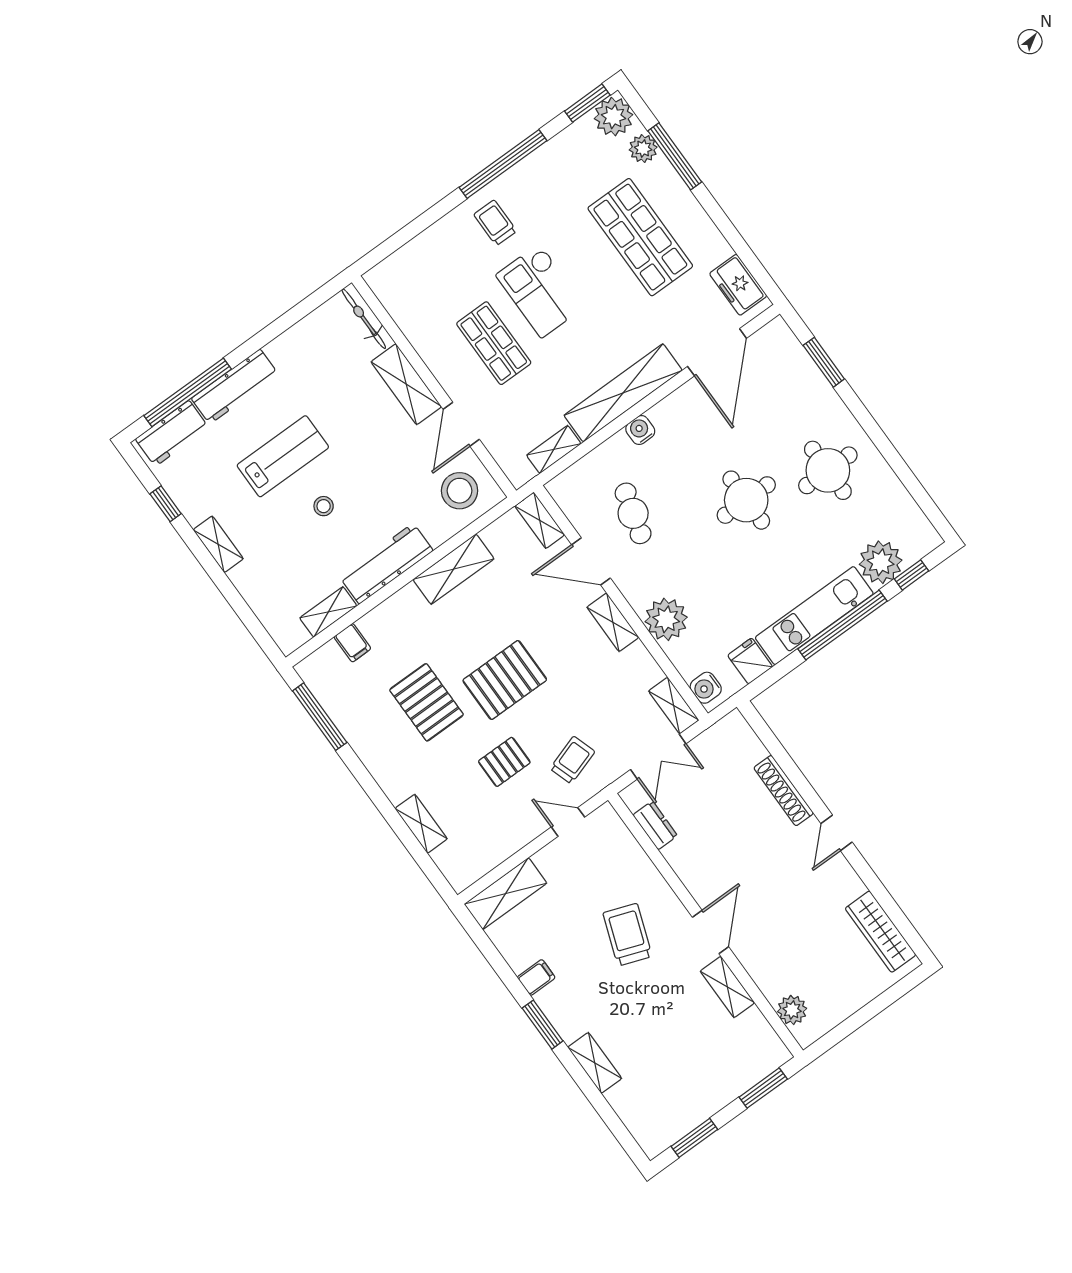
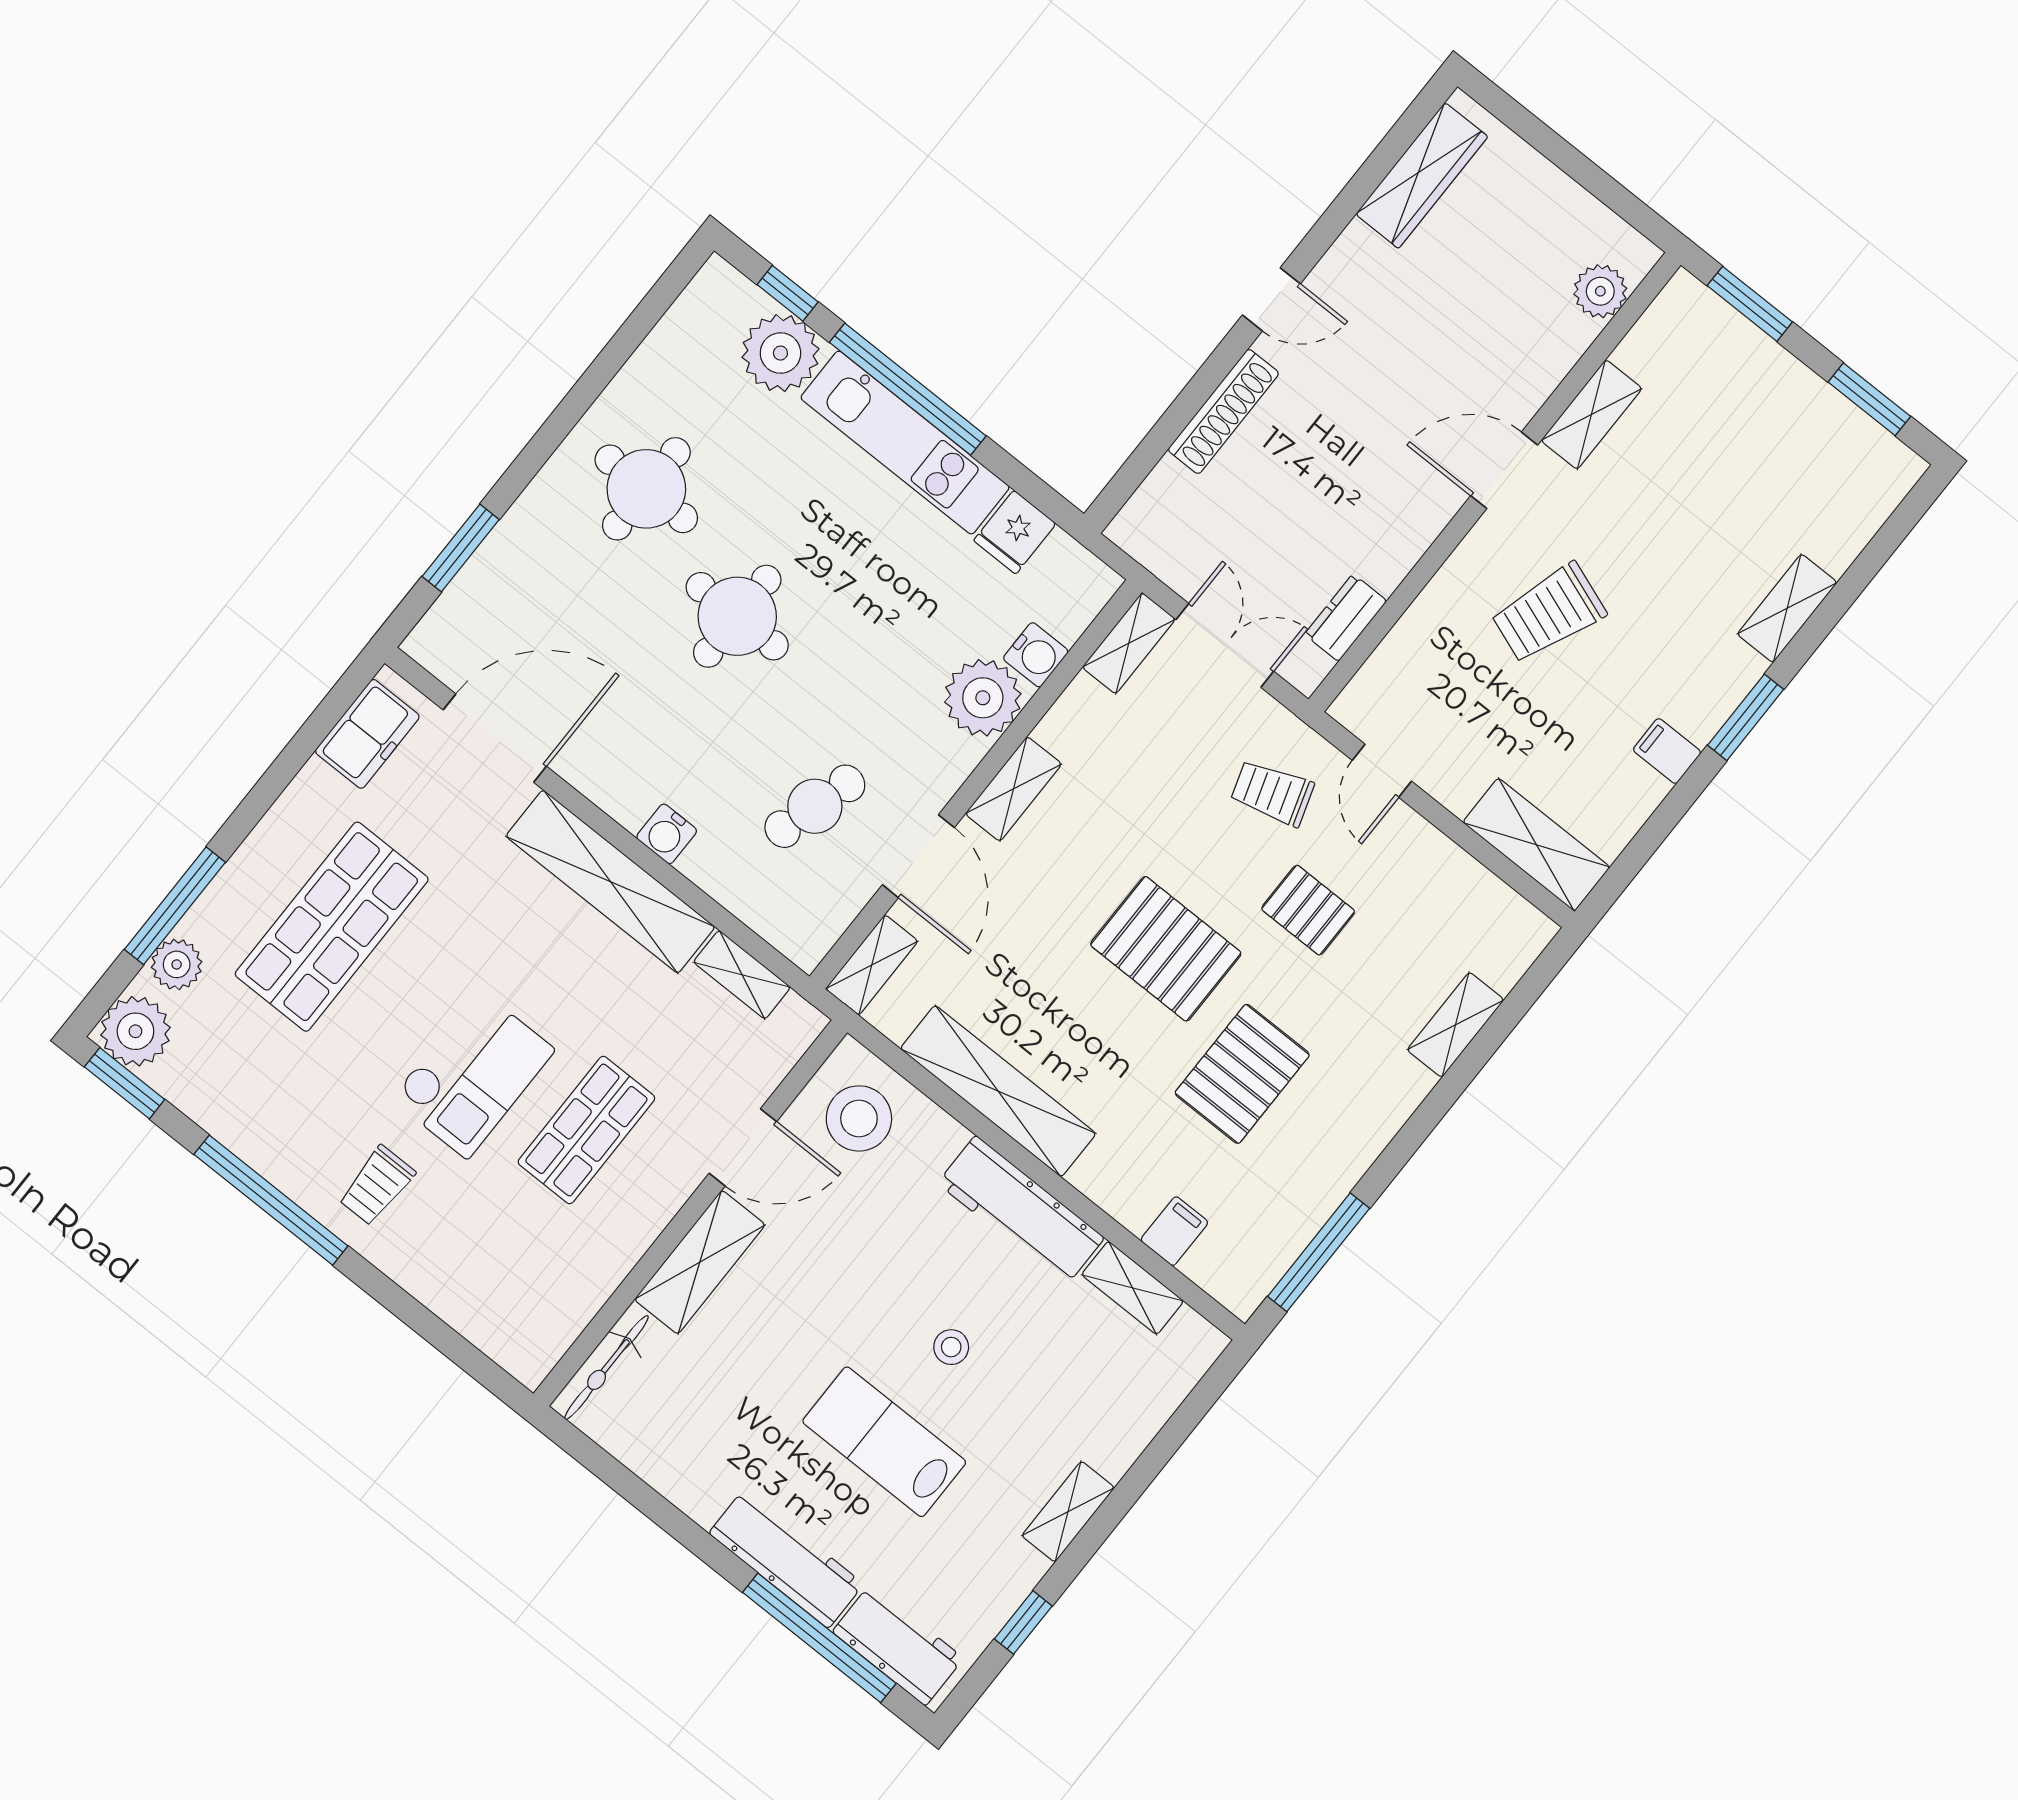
shelving: (454, 569) -> (998, 1091), width x1.47
water cooler: (706, 688) -> (1036, 655), moved

